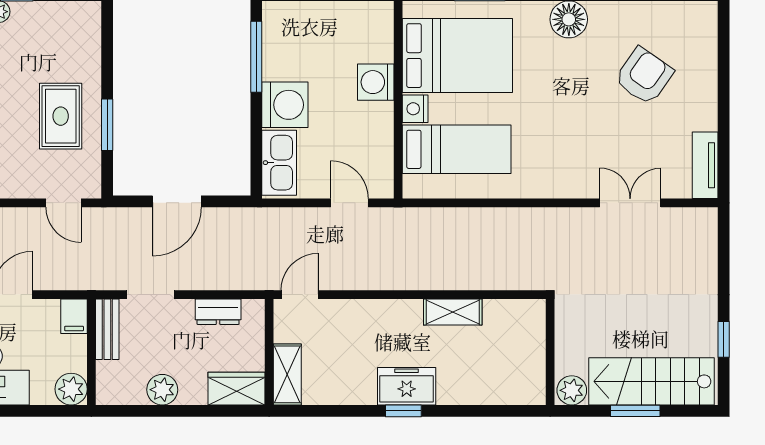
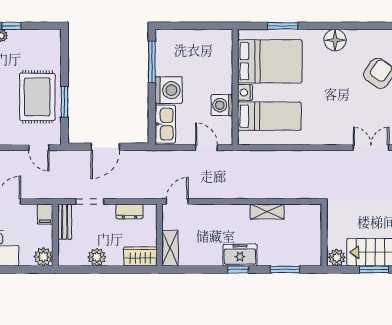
washing machine: (376, 82) -> (222, 105), moved
rug: (61, 116) -> (37, 97), width x1.36, depth x1.43
window: (484, 411) -> (285, 269), added

